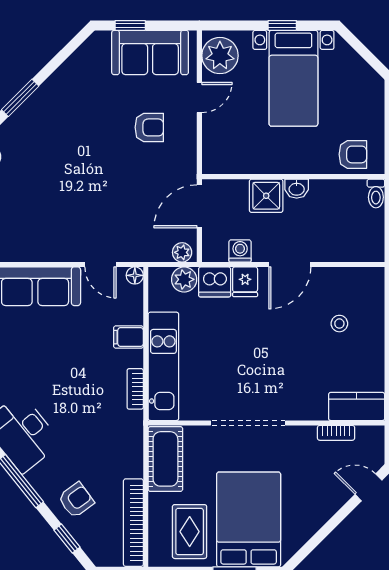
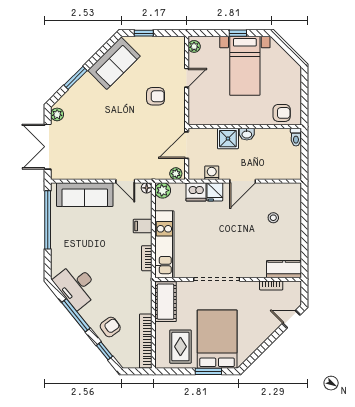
sofa: (150, 52) -> (114, 63), moved, turned -45
plant: (220, 56) -> (194, 46), width x0.53, depth x0.53
plant: (184, 279) -> (163, 190), moved

